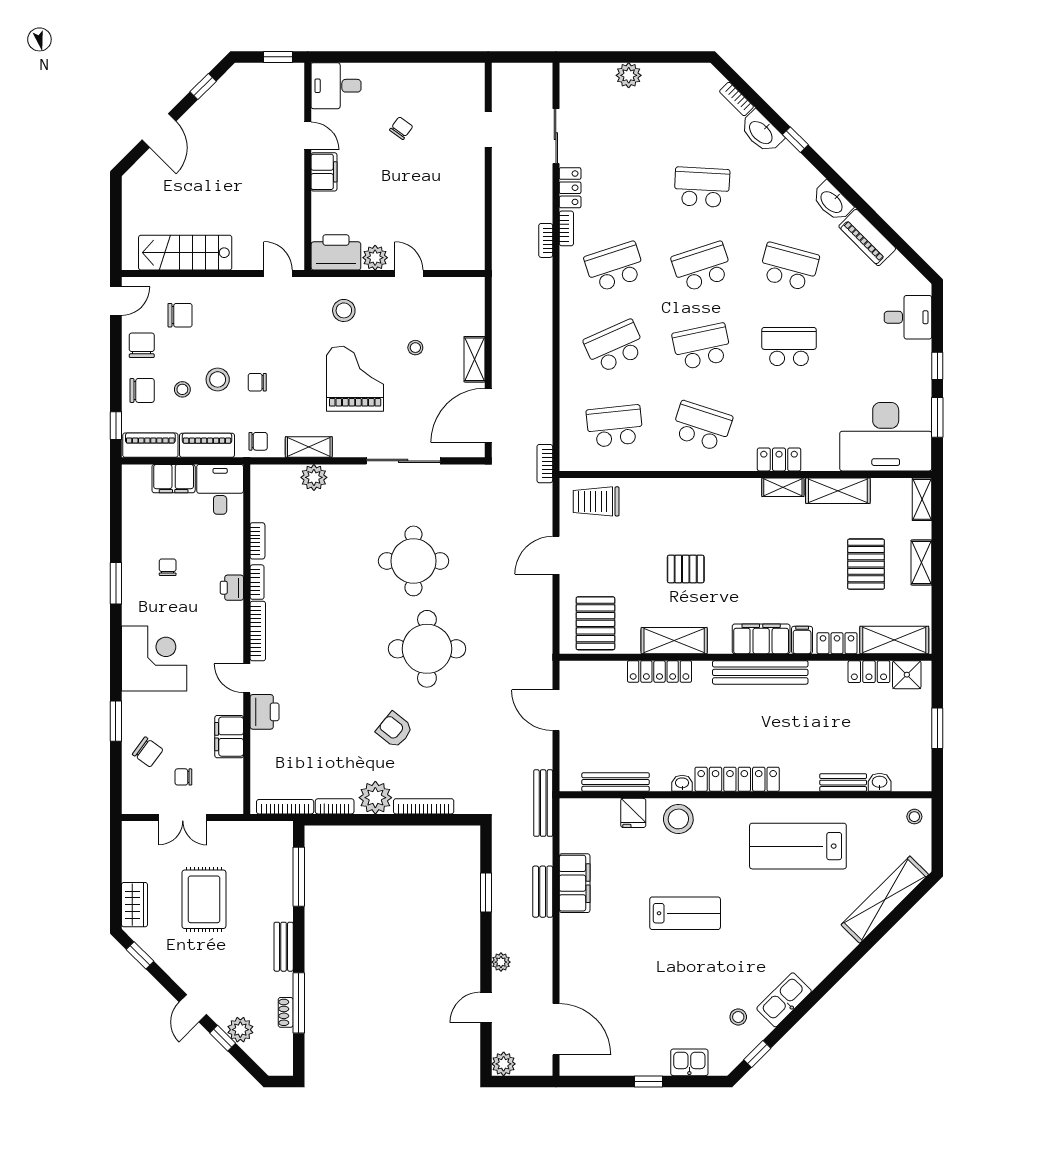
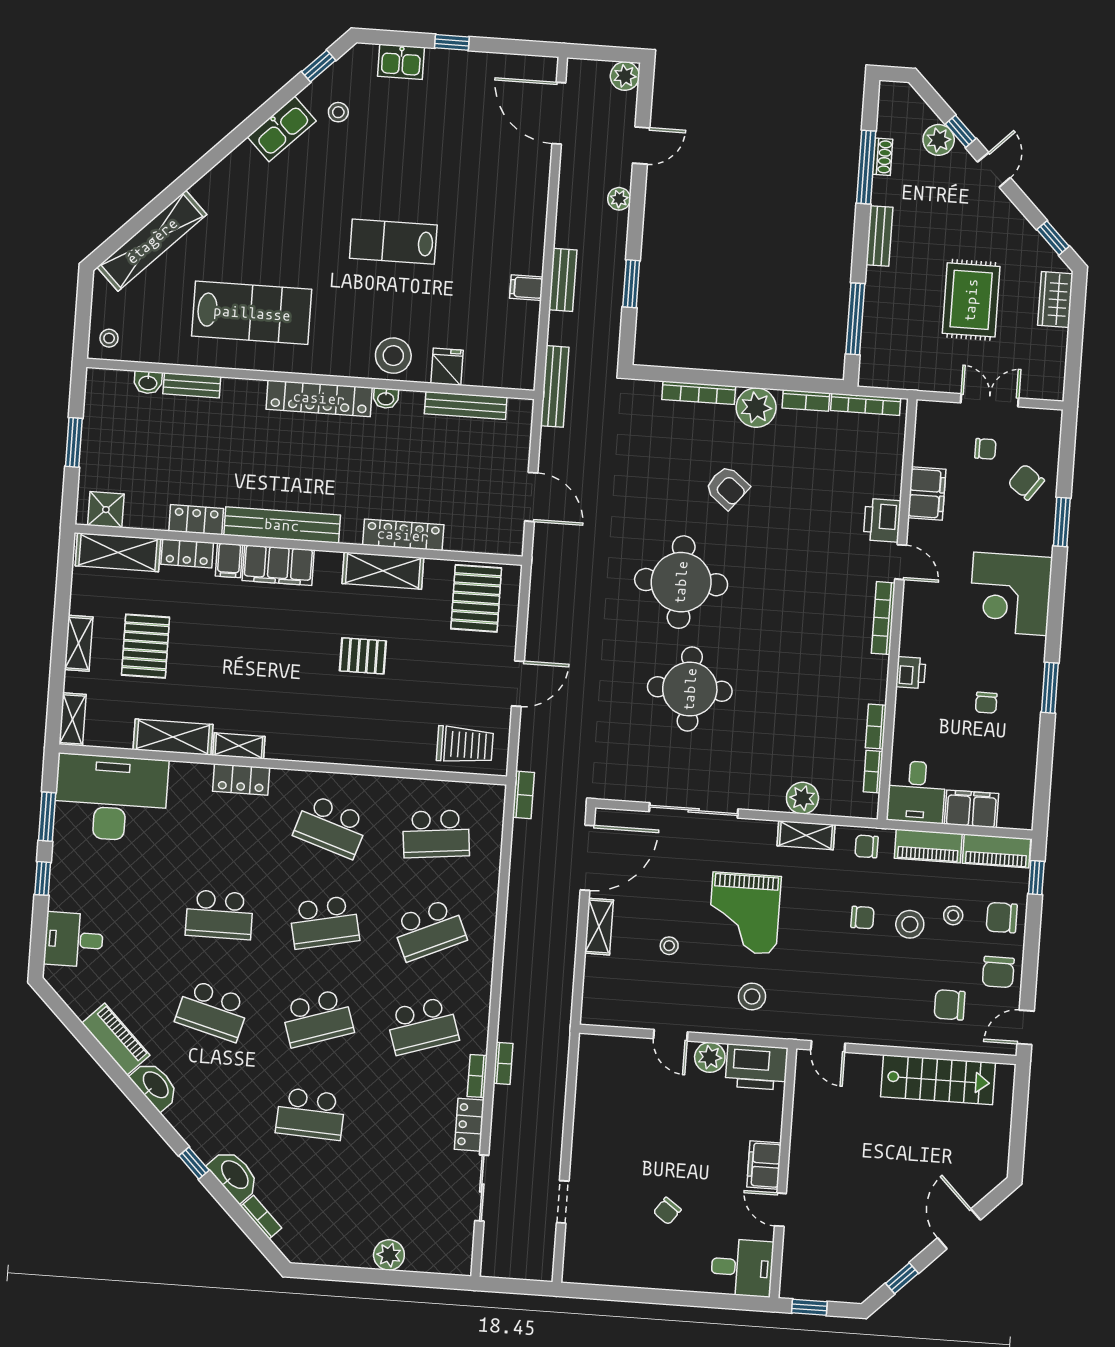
bookcase: (257, 582) -> (873, 772), moved
locker: (869, 672) -> (196, 520), moved
filing cabinet: (575, 883) -> (526, 288), width x0.33, depth x0.86

